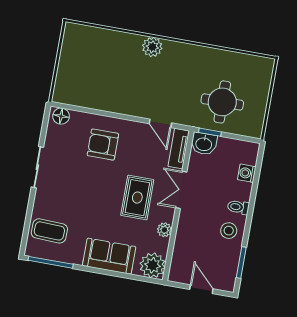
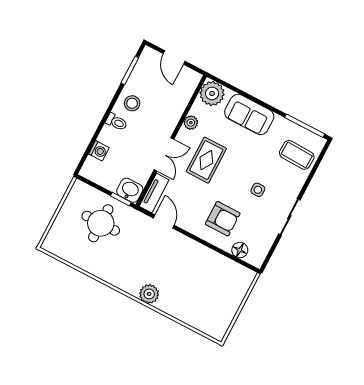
floor lamp: (61, 116) -> (240, 250), moved
side table: (77, 184) -> (258, 190), added

